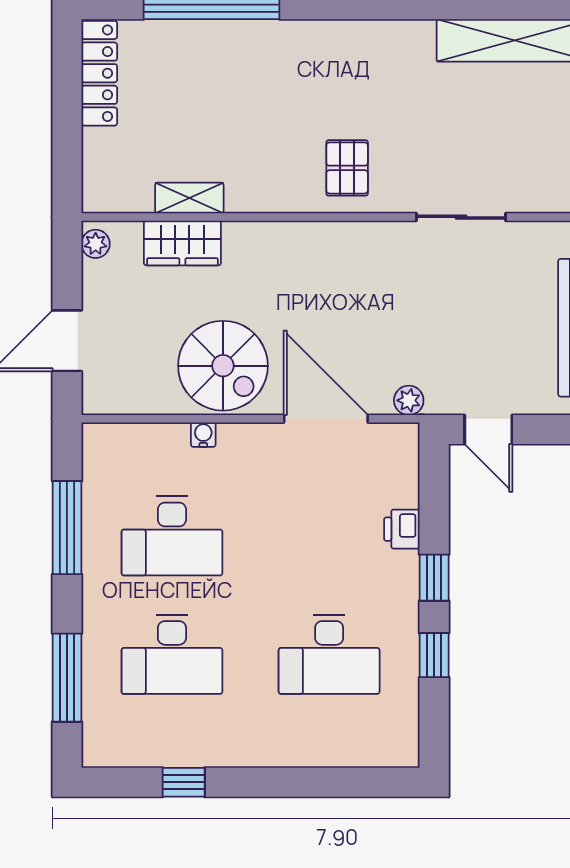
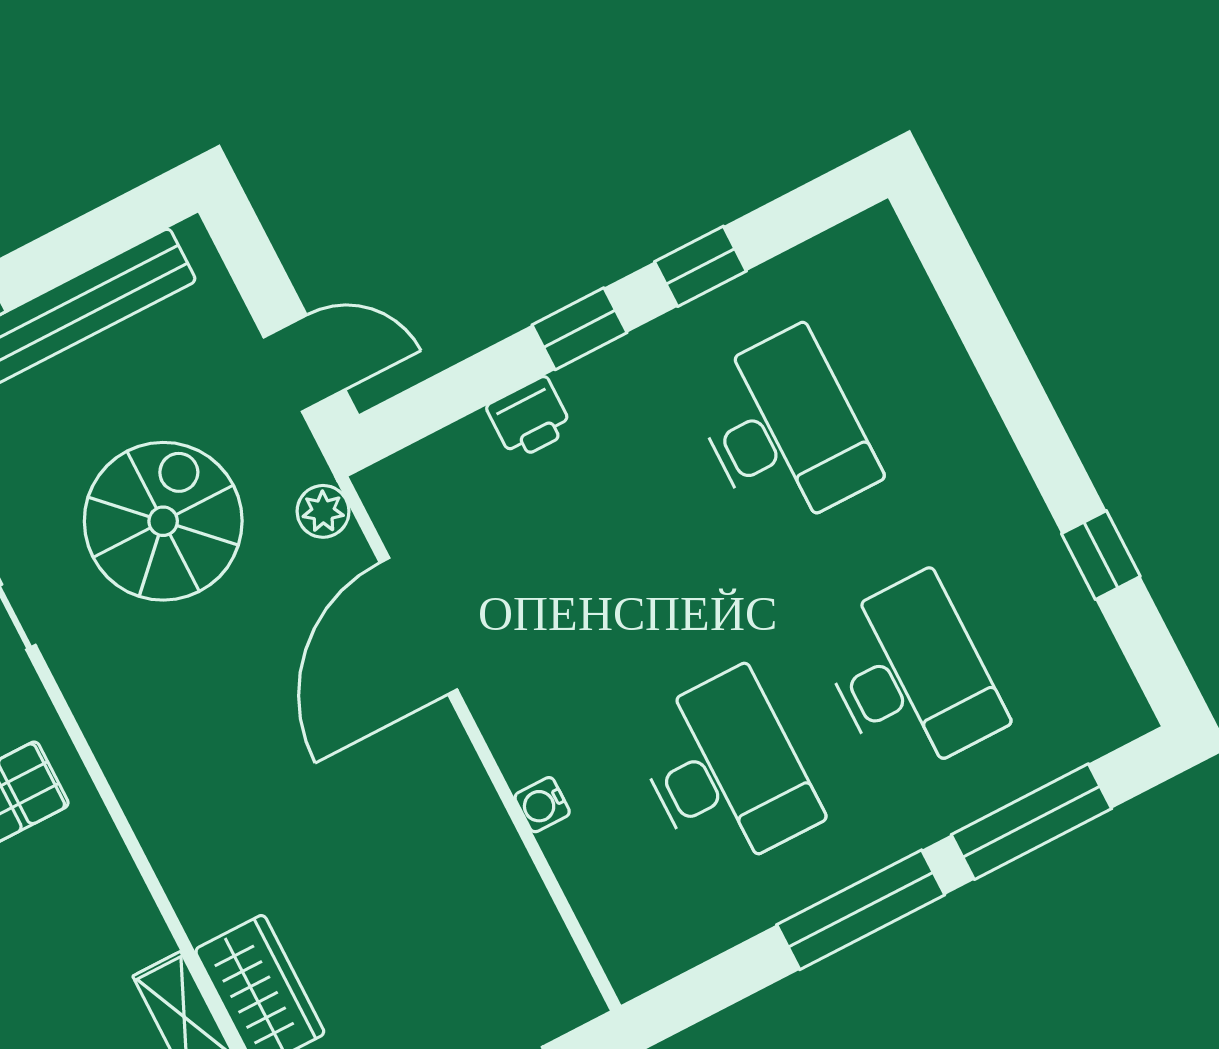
spiral stairs: (223, 366) -> (163, 521), moved
door: (488, 429) -> (304, 363), hinge flipped
window: (67, 528) -> (861, 910), moved

